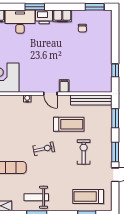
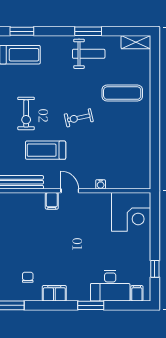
printer: (44, 17) -> (78, 292), removed

